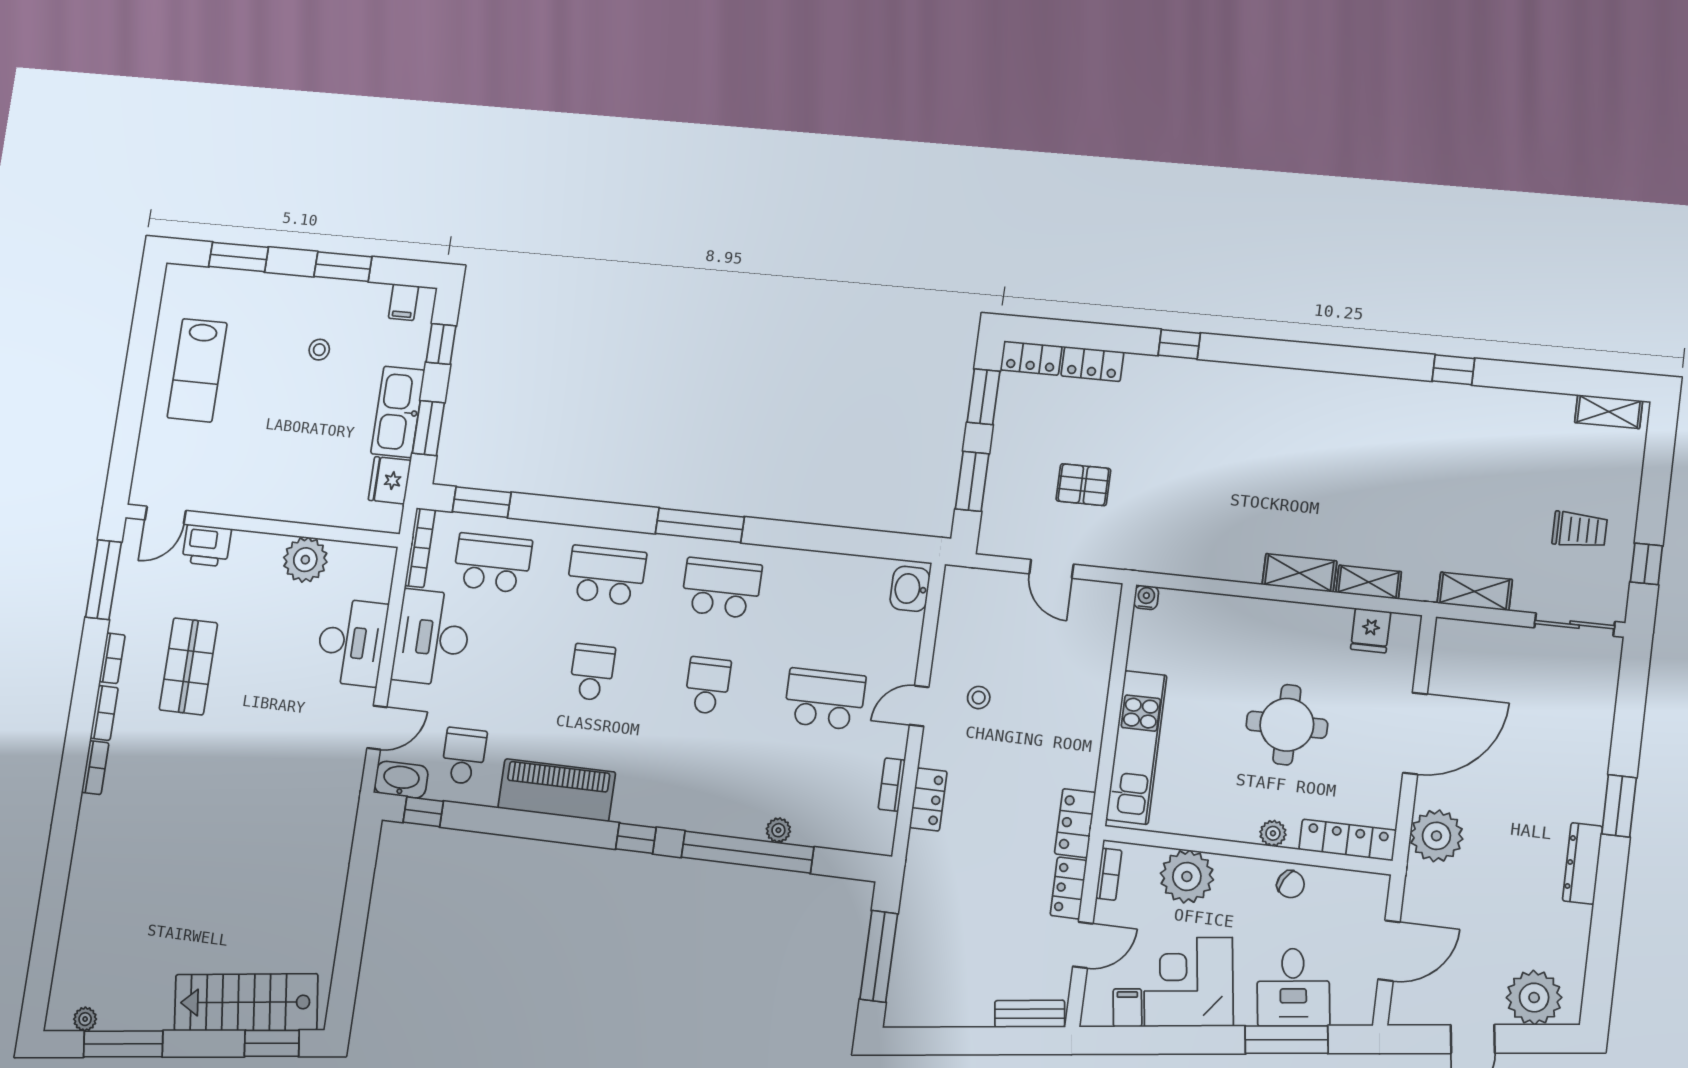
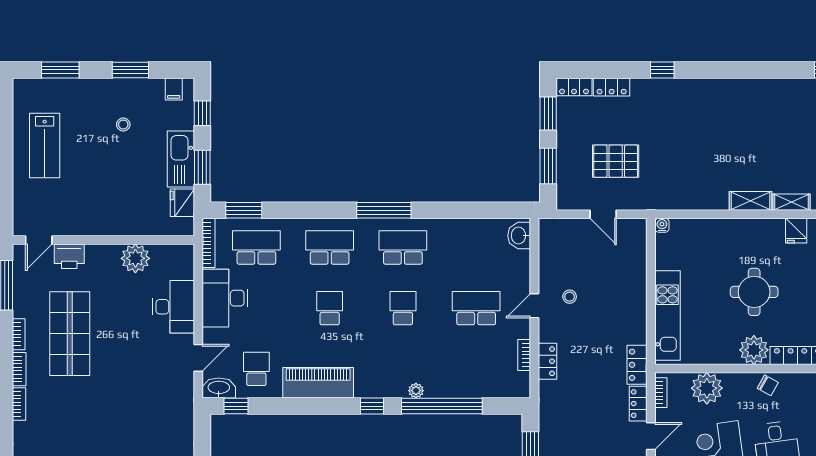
pallet: (1083, 485) -> (616, 161), width x1.50, depth x1.42
shop shelf: (188, 666) -> (70, 334), width x1.43, depth x1.36
plant: (778, 830) -> (416, 391), moved
plant: (1273, 833) -> (754, 350), width x1.88, depth x1.88

